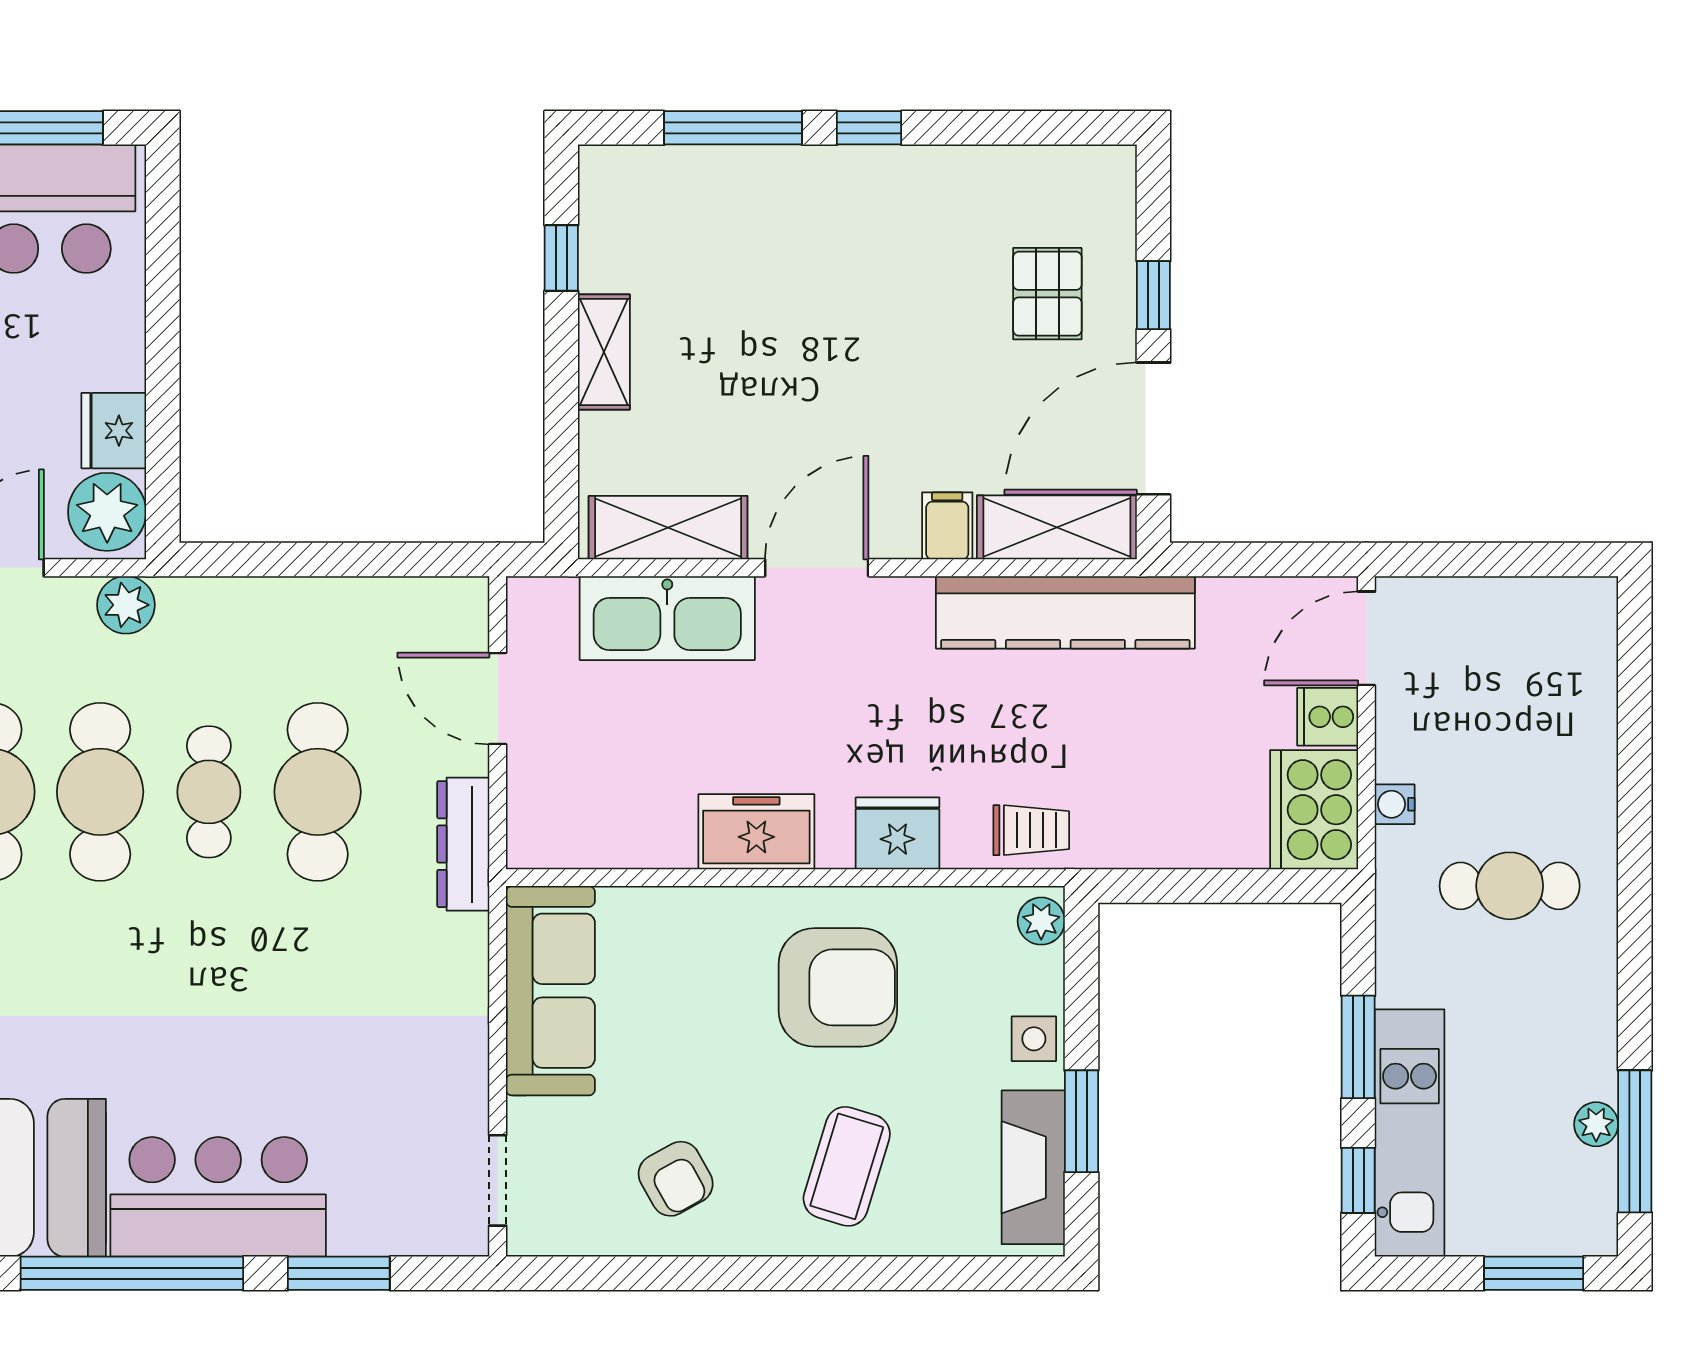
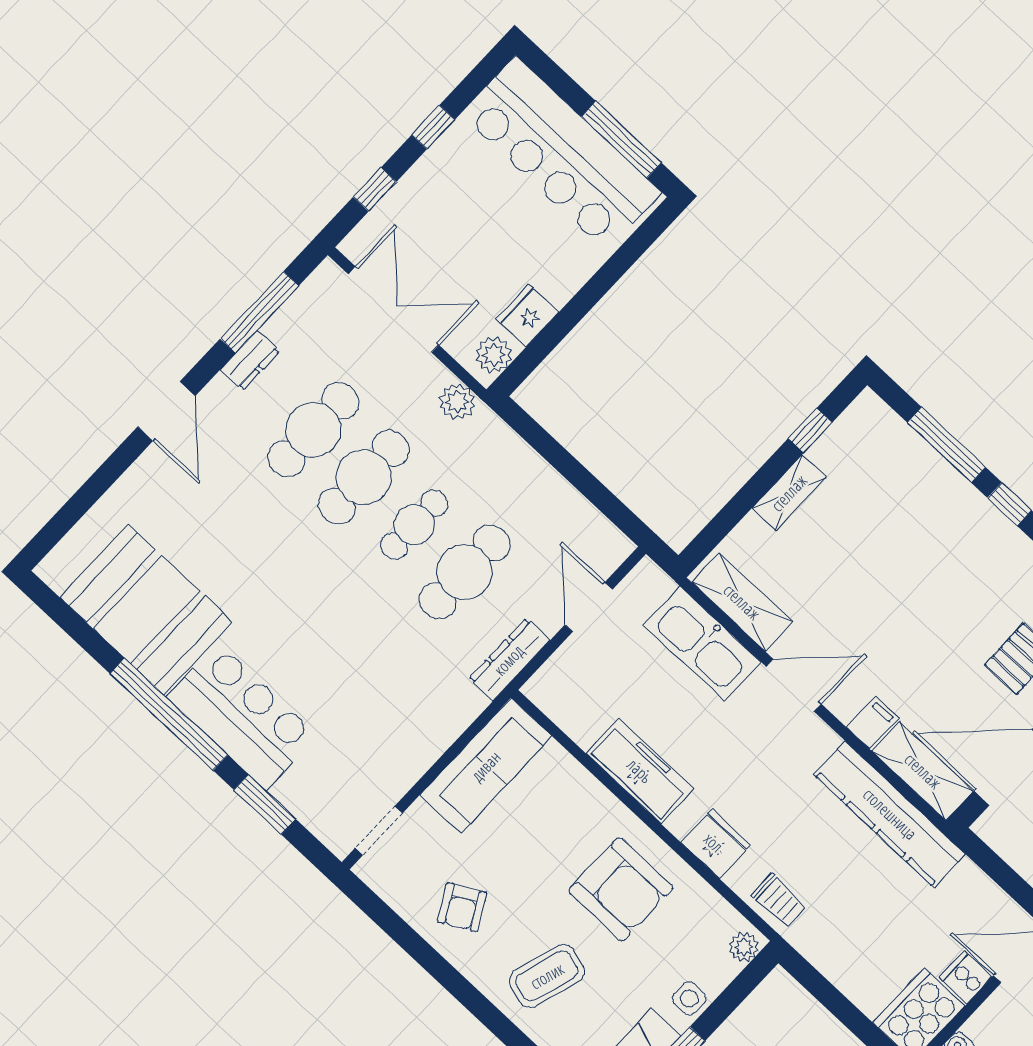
plant: (107, 512) -> (494, 355), width x0.73, depth x0.73
freezer: (756, 832) -> (640, 771), width x1.40

